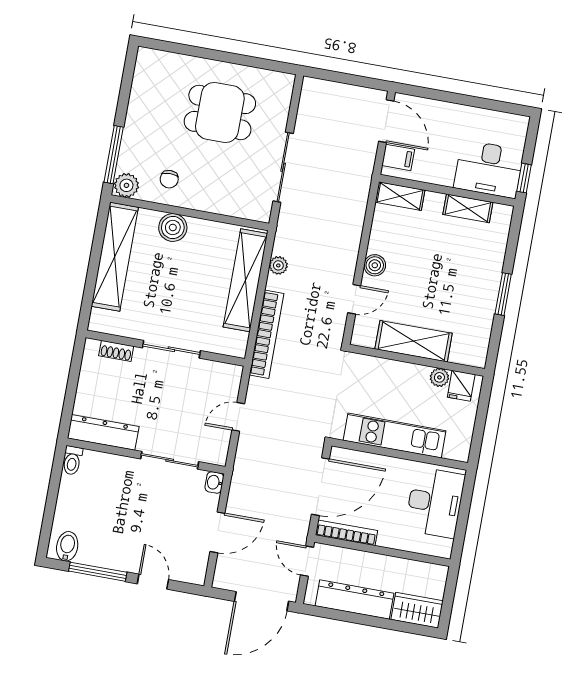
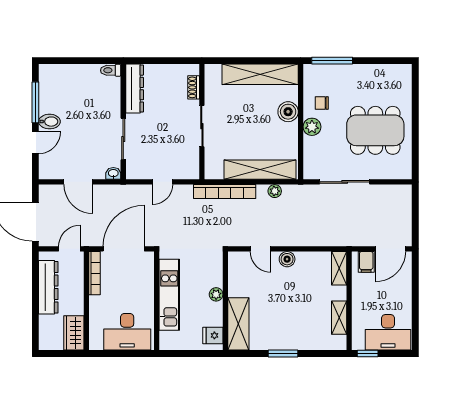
dining table: (220, 112) -> (375, 130), width x1.38
desk: (489, 169) -> (388, 332), moved, turned -90
plant: (126, 185) -> (312, 127), moved
shelving: (414, 341) -> (238, 324), moved
plant: (439, 377) -> (216, 294), moved
door: (238, 417) -> (163, 182), swing flipped
door: (320, 487) -> (124, 249), swing flipped
bidet: (67, 546) -> (49, 122), moved
wardrobe: (417, 610) -> (74, 333), moved, turned 180

